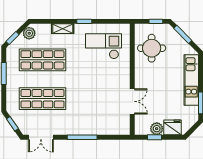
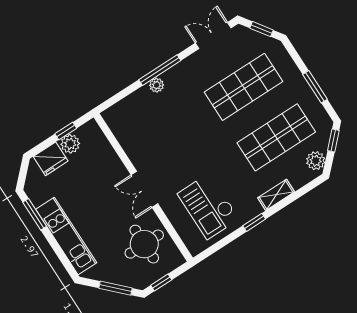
checkout: (104, 46) -> (208, 206), turned 90
double door: (132, 101) -> (144, 189), moved
plant: (89, 130) -> (157, 85), added

